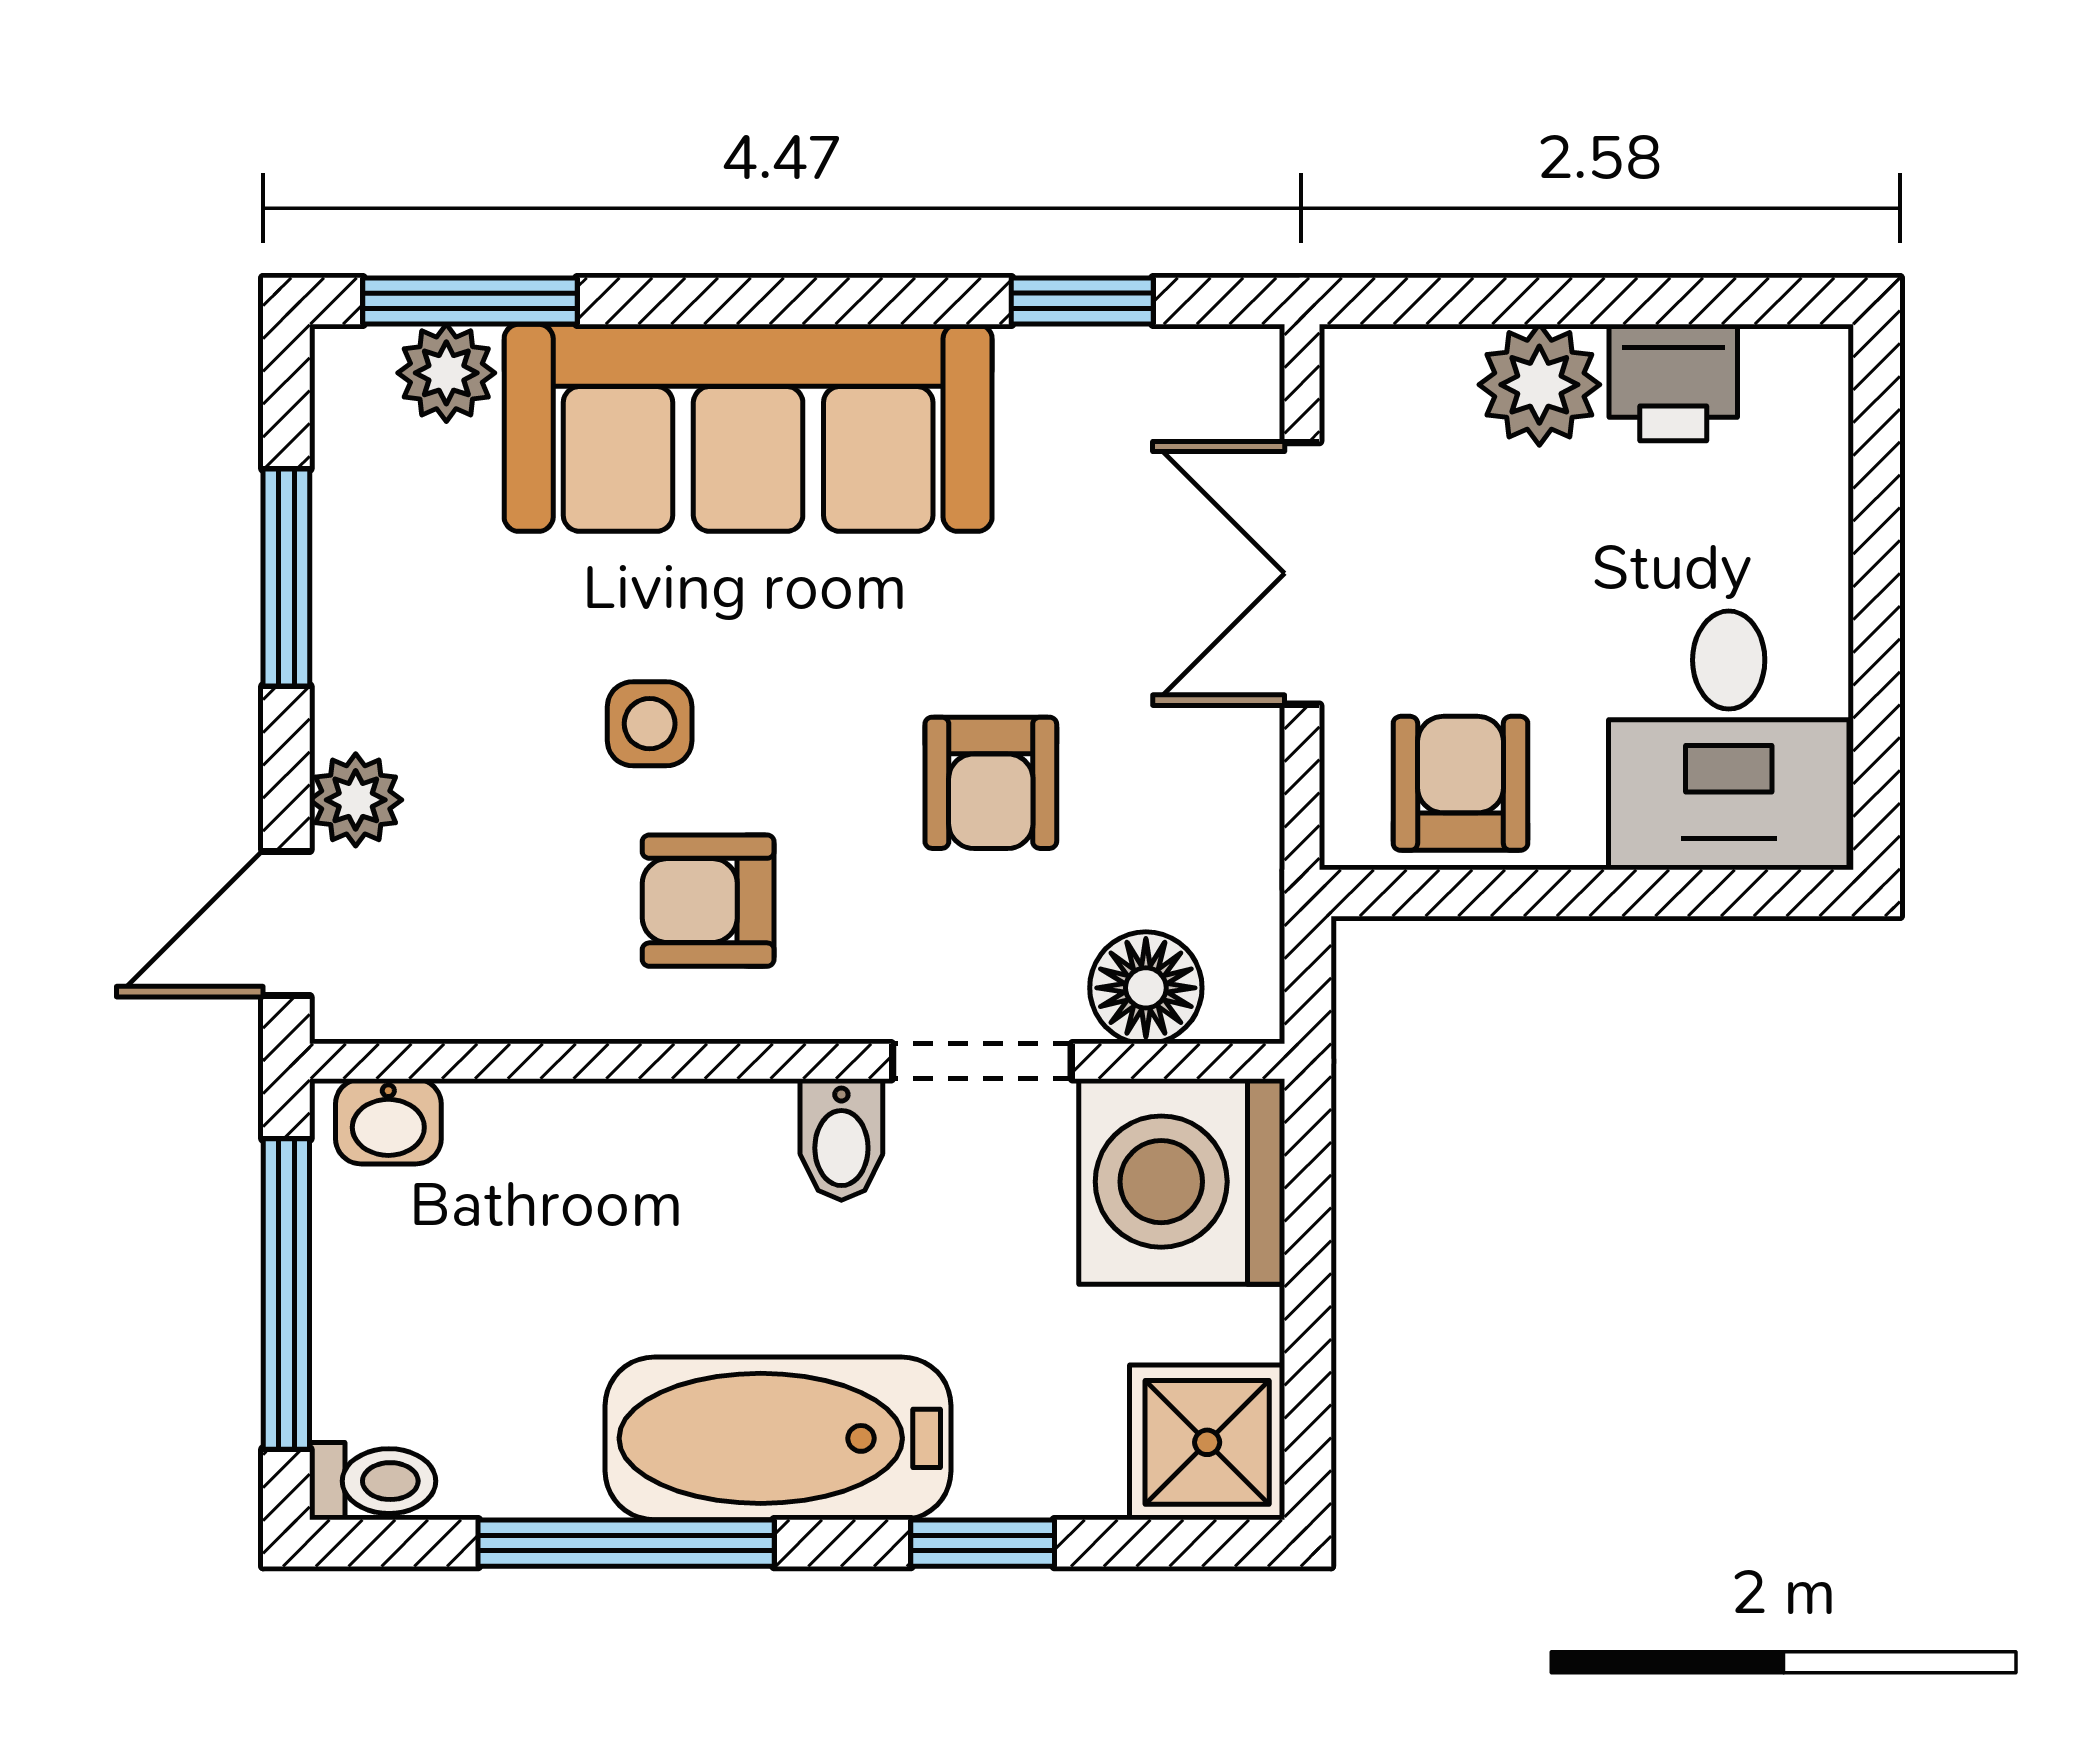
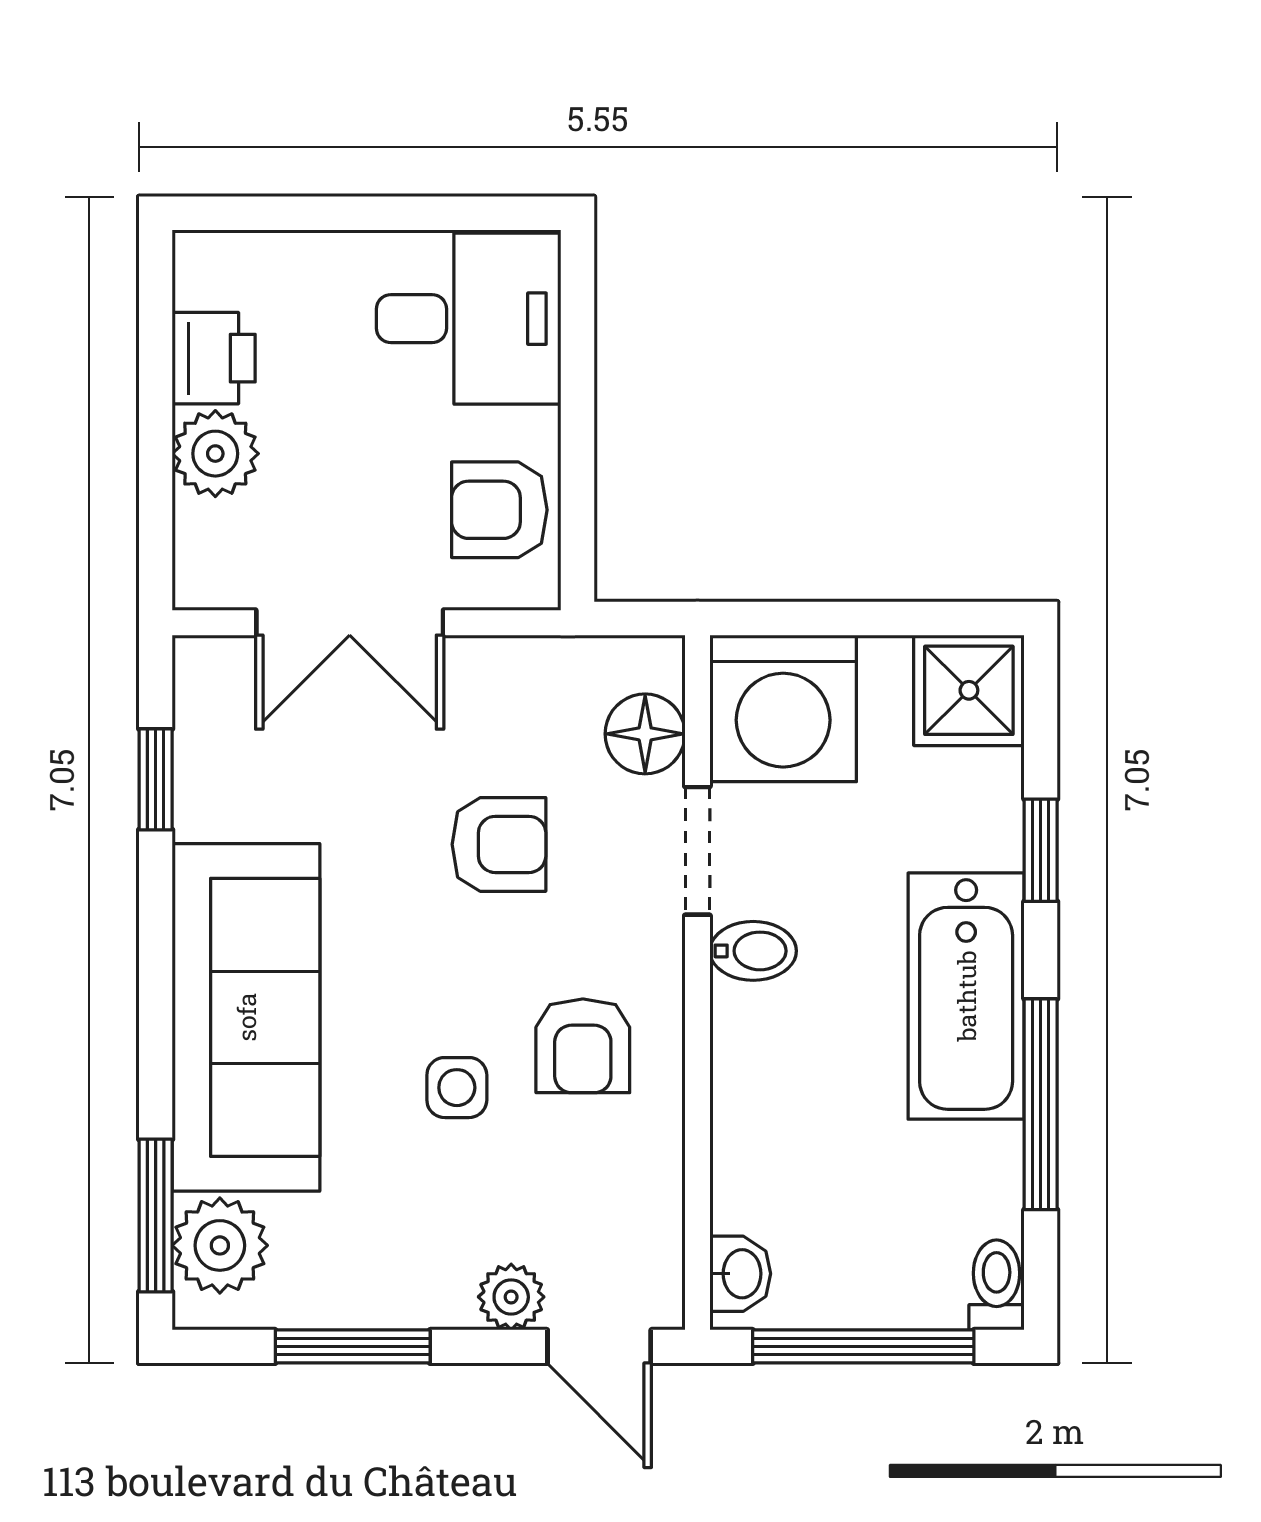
plant: (446, 373) -> (220, 1245), width x1.38, depth x1.38

